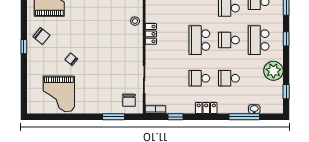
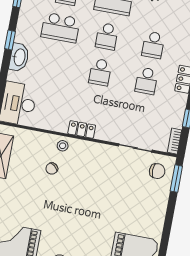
school desk: (199, 40) -> (100, 72), width x0.54
chair: (71, 59) -> (52, 168), moved
window: (114, 117) -> (176, 179), moved

